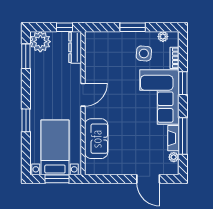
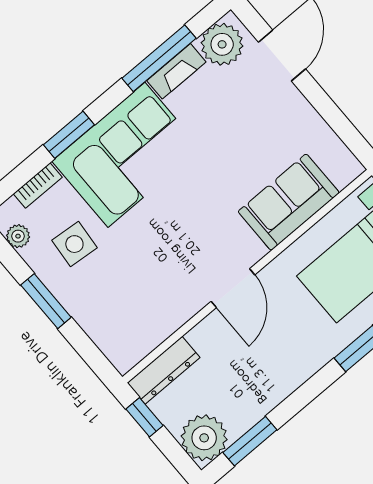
door: (83, 95) -> (233, 288), swing flipped
plant: (174, 157) -> (222, 44), width x1.88, depth x1.88

